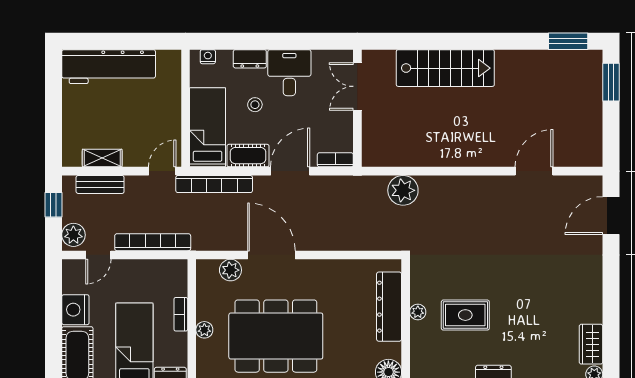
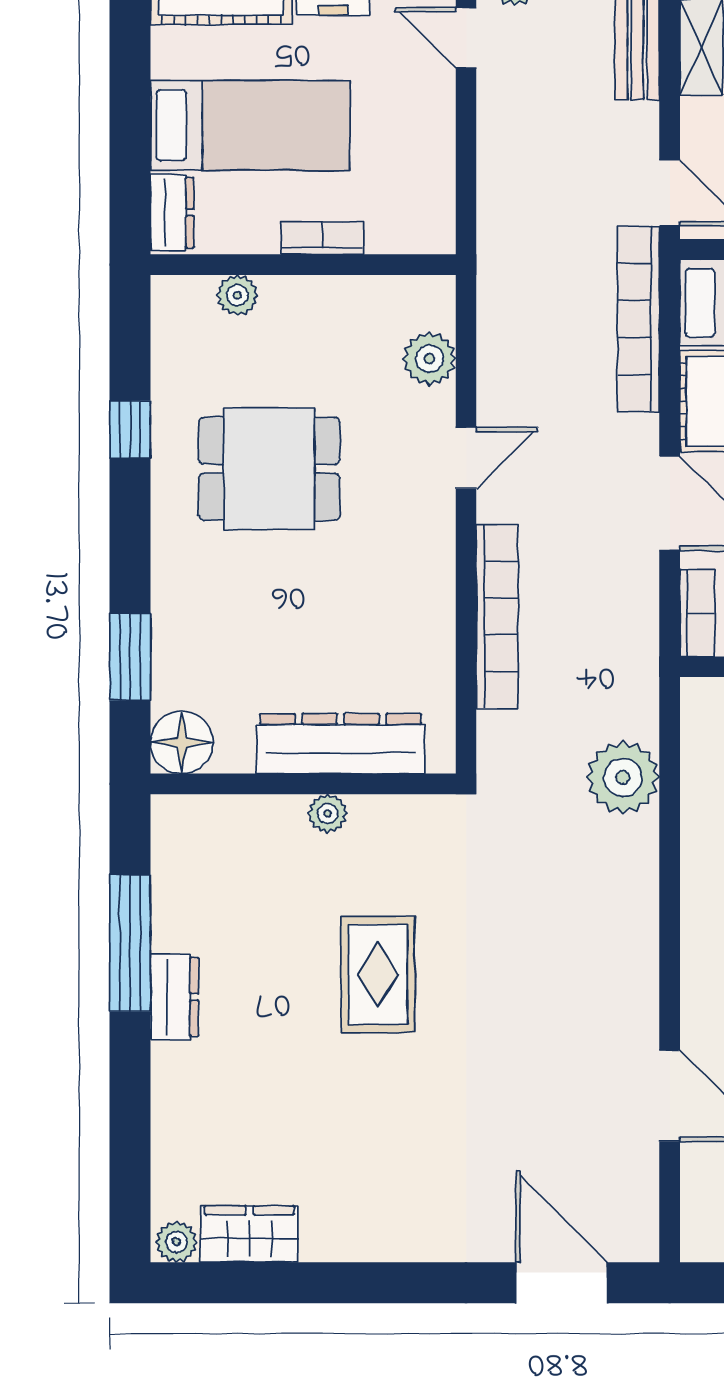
bookcase: (153, 242) -> (497, 617), moved
door: (271, 255) -> (466, 458), width x0.53
rug: (465, 315) -> (378, 974), moved
plant: (204, 330) -> (237, 295), moved
dining table: (276, 336) -> (269, 469), width x0.53, depth x0.80

